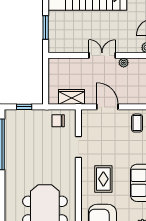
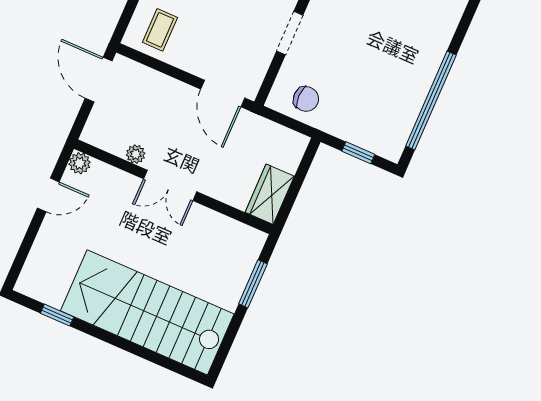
wardrobe: (71, 97) -> (270, 194), moved, turned 90
door: (107, 107) -> (223, 93), moved

